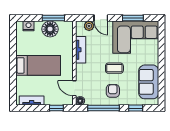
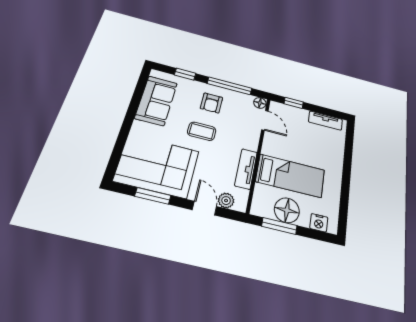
bed: (38, 65) -> (290, 176), moved, turned 180

